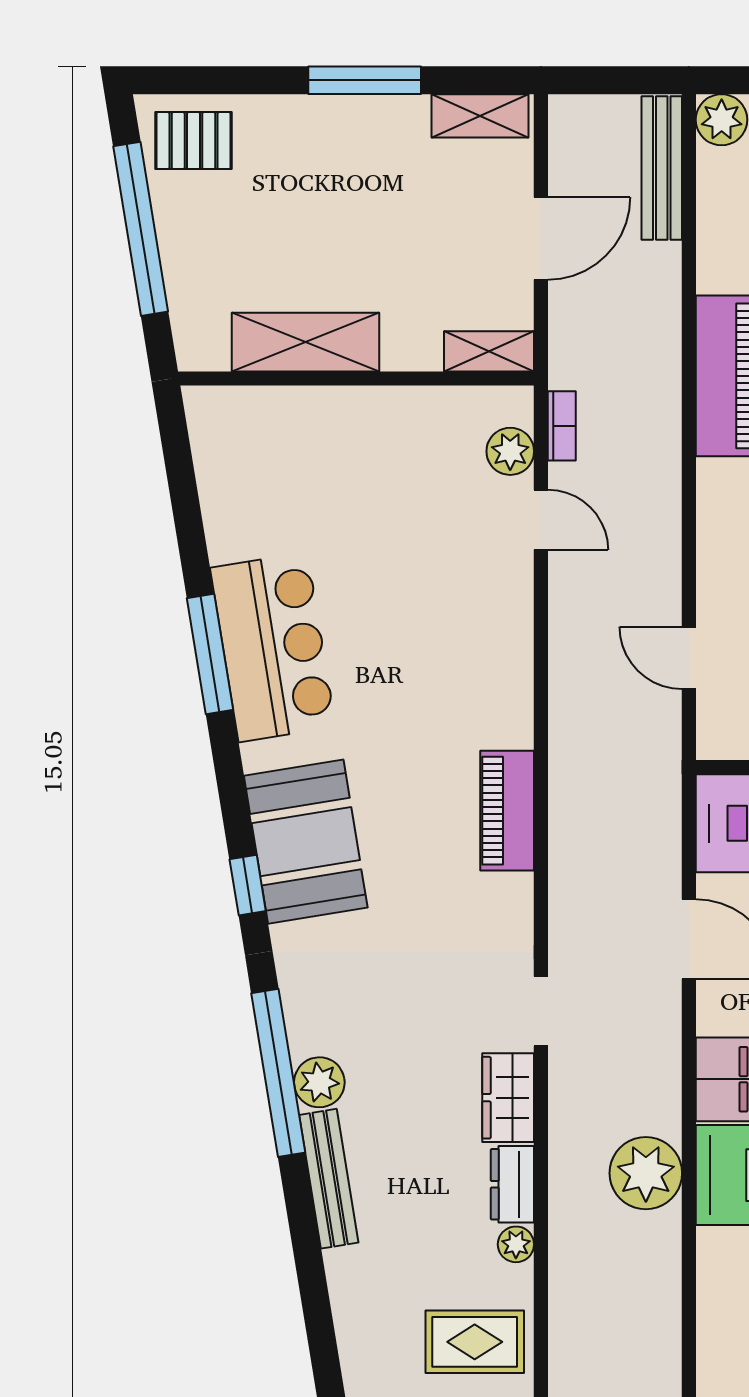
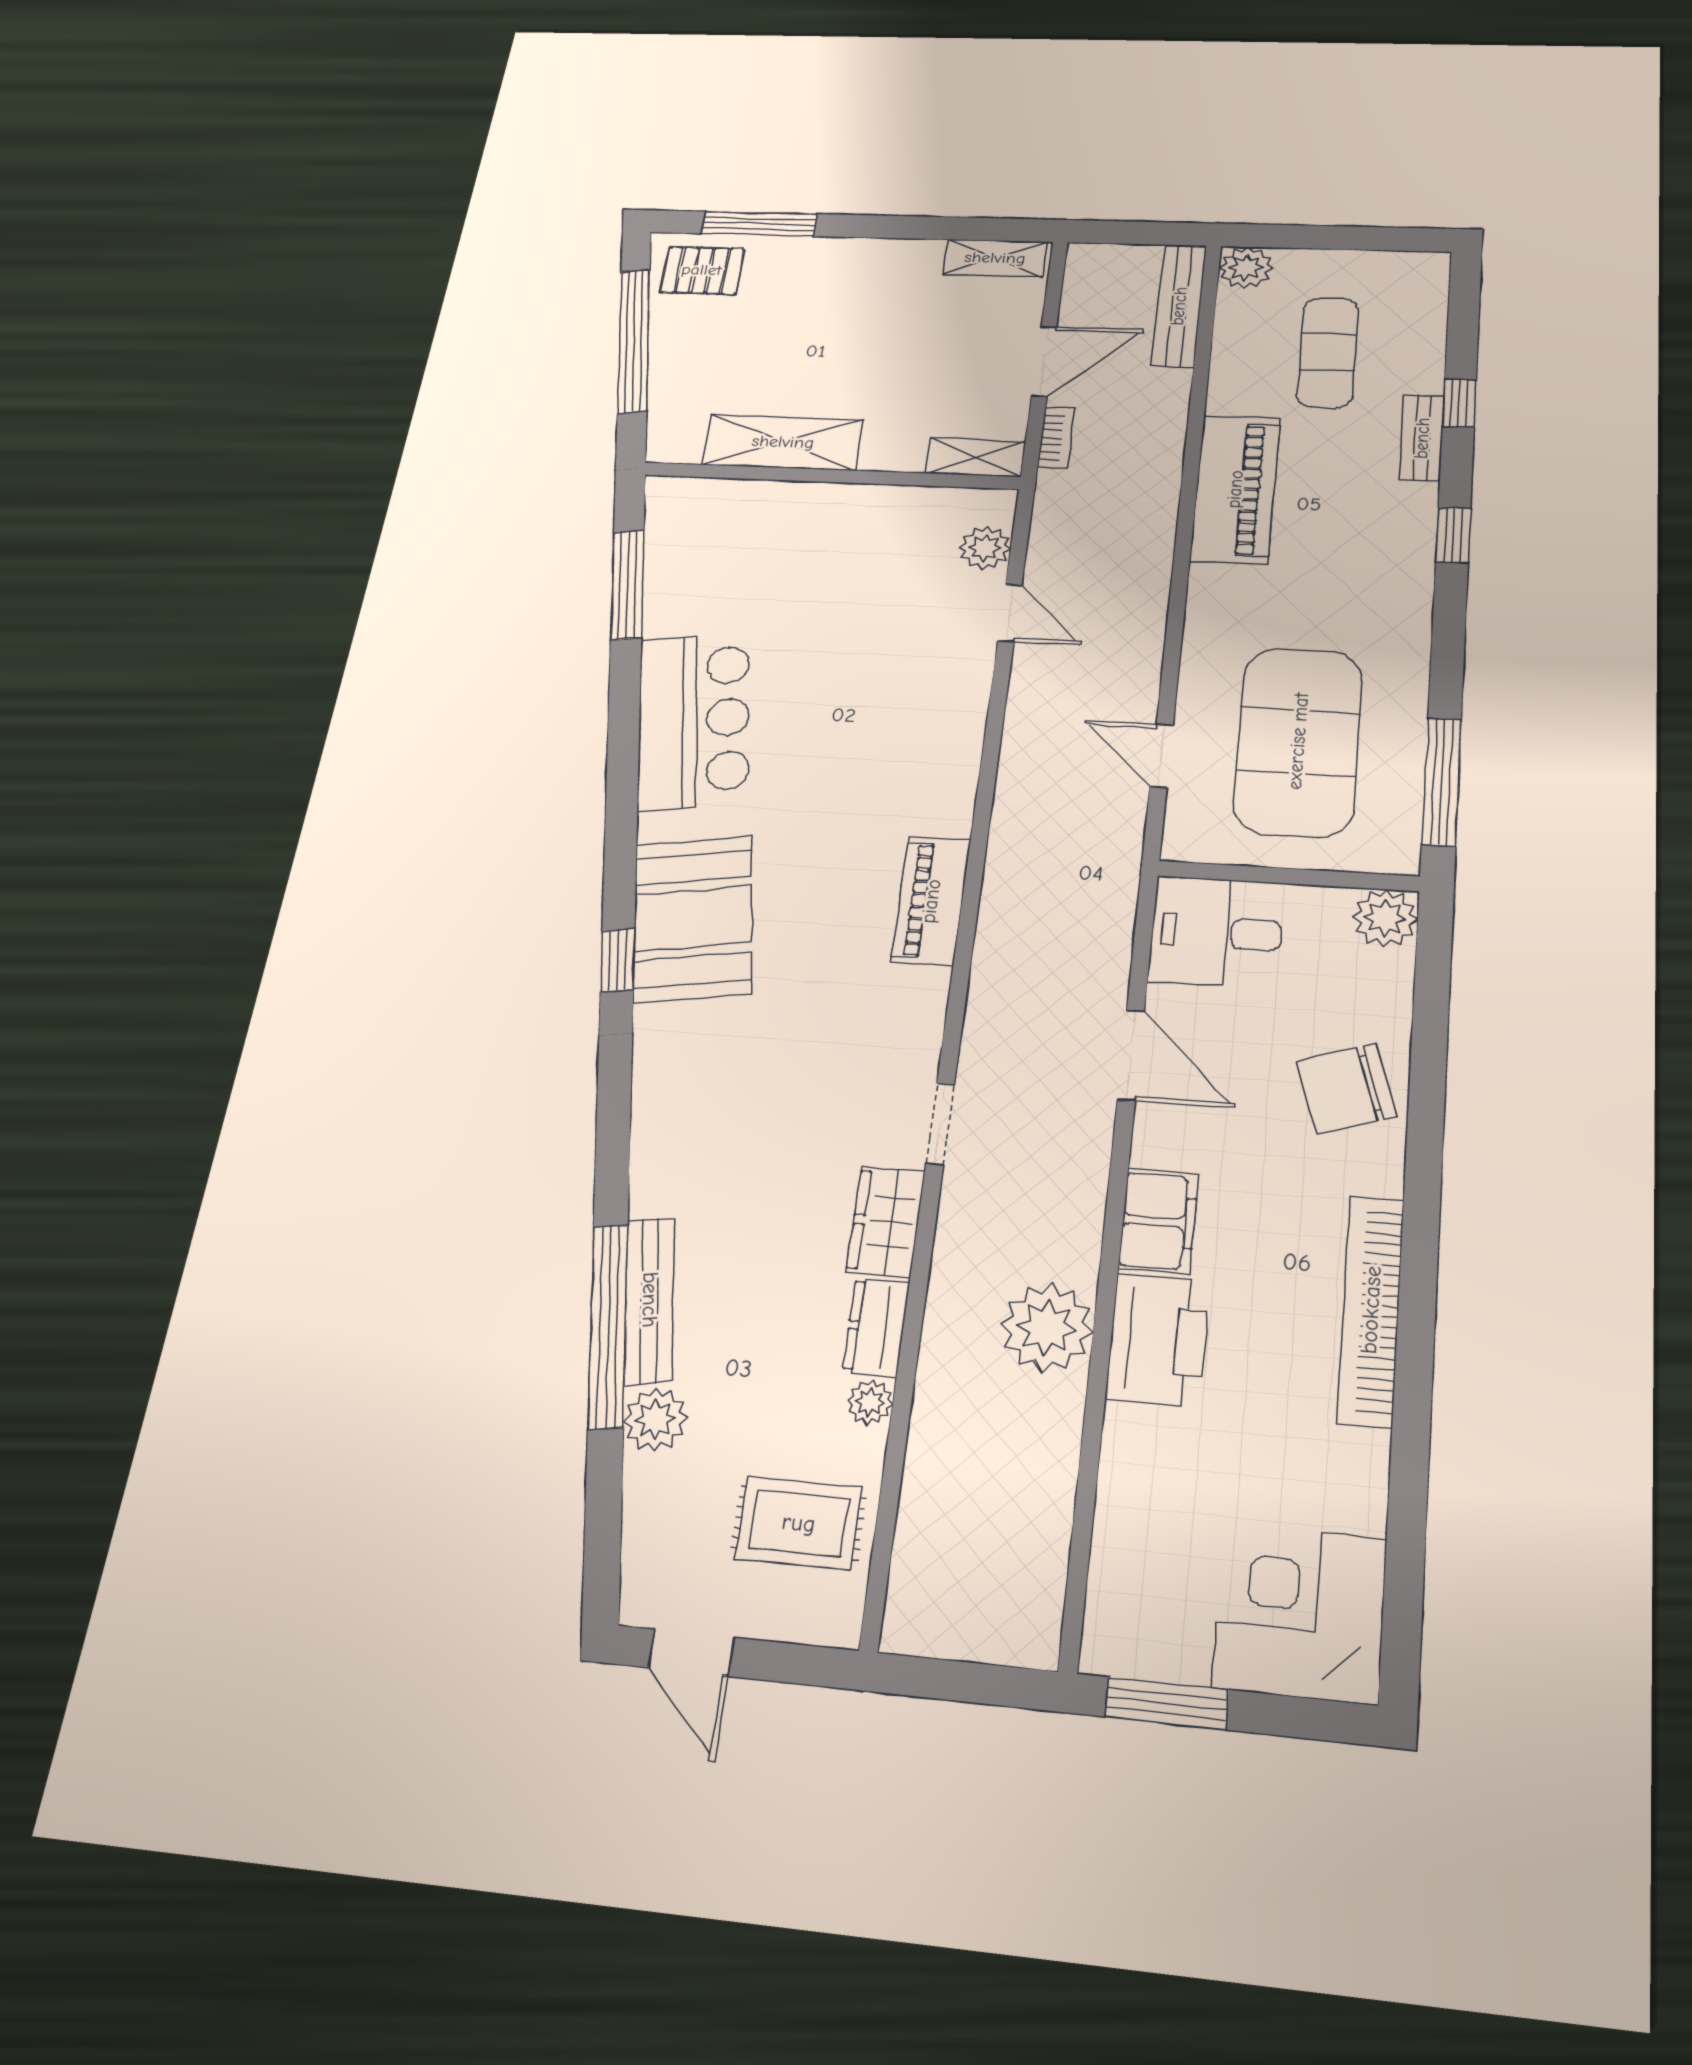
window: (365, 80) -> (759, 224), moved
bookcase: (562, 426) -> (1056, 437), moved
window: (210, 654) -> (627, 585), moved
window: (278, 1073) -> (608, 1326), moved
plant: (319, 1082) -> (655, 1419), moved

